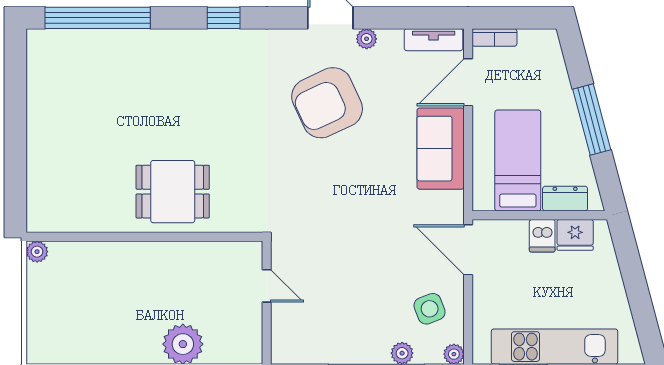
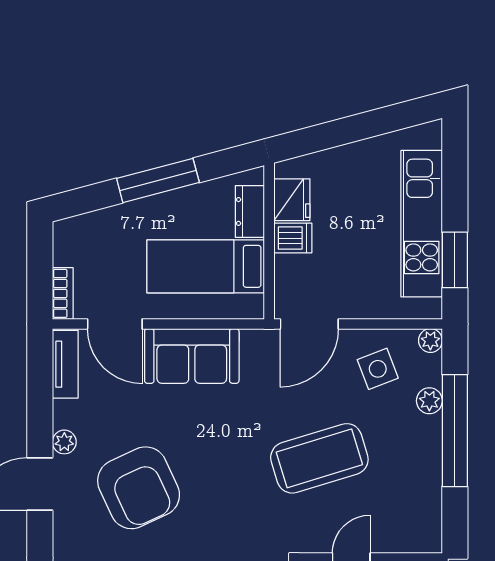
coffee table: (352, 259) -> (319, 458), added

